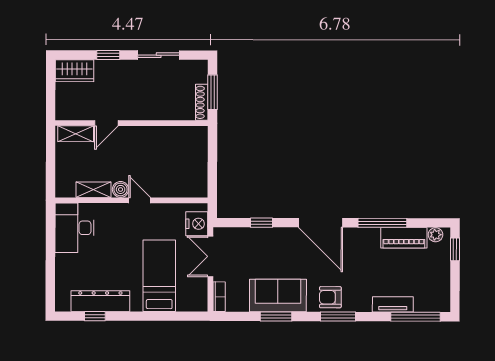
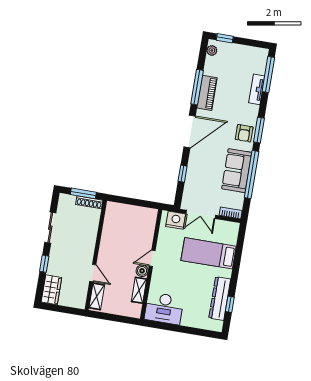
piano: (404, 238) -> (207, 93), moved
window: (276, 316) -> (252, 175), width x2.11

